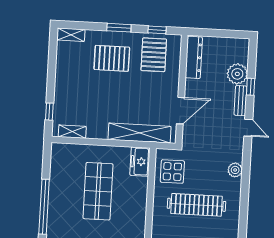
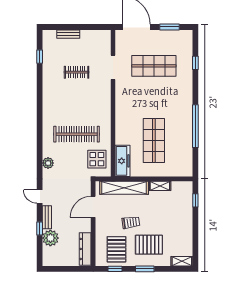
trolley: (133, 88) -> (131, 222), added
shelving: (72, 132) -> (160, 186), moved
freezer: (140, 162) -> (123, 161), width x1.40

